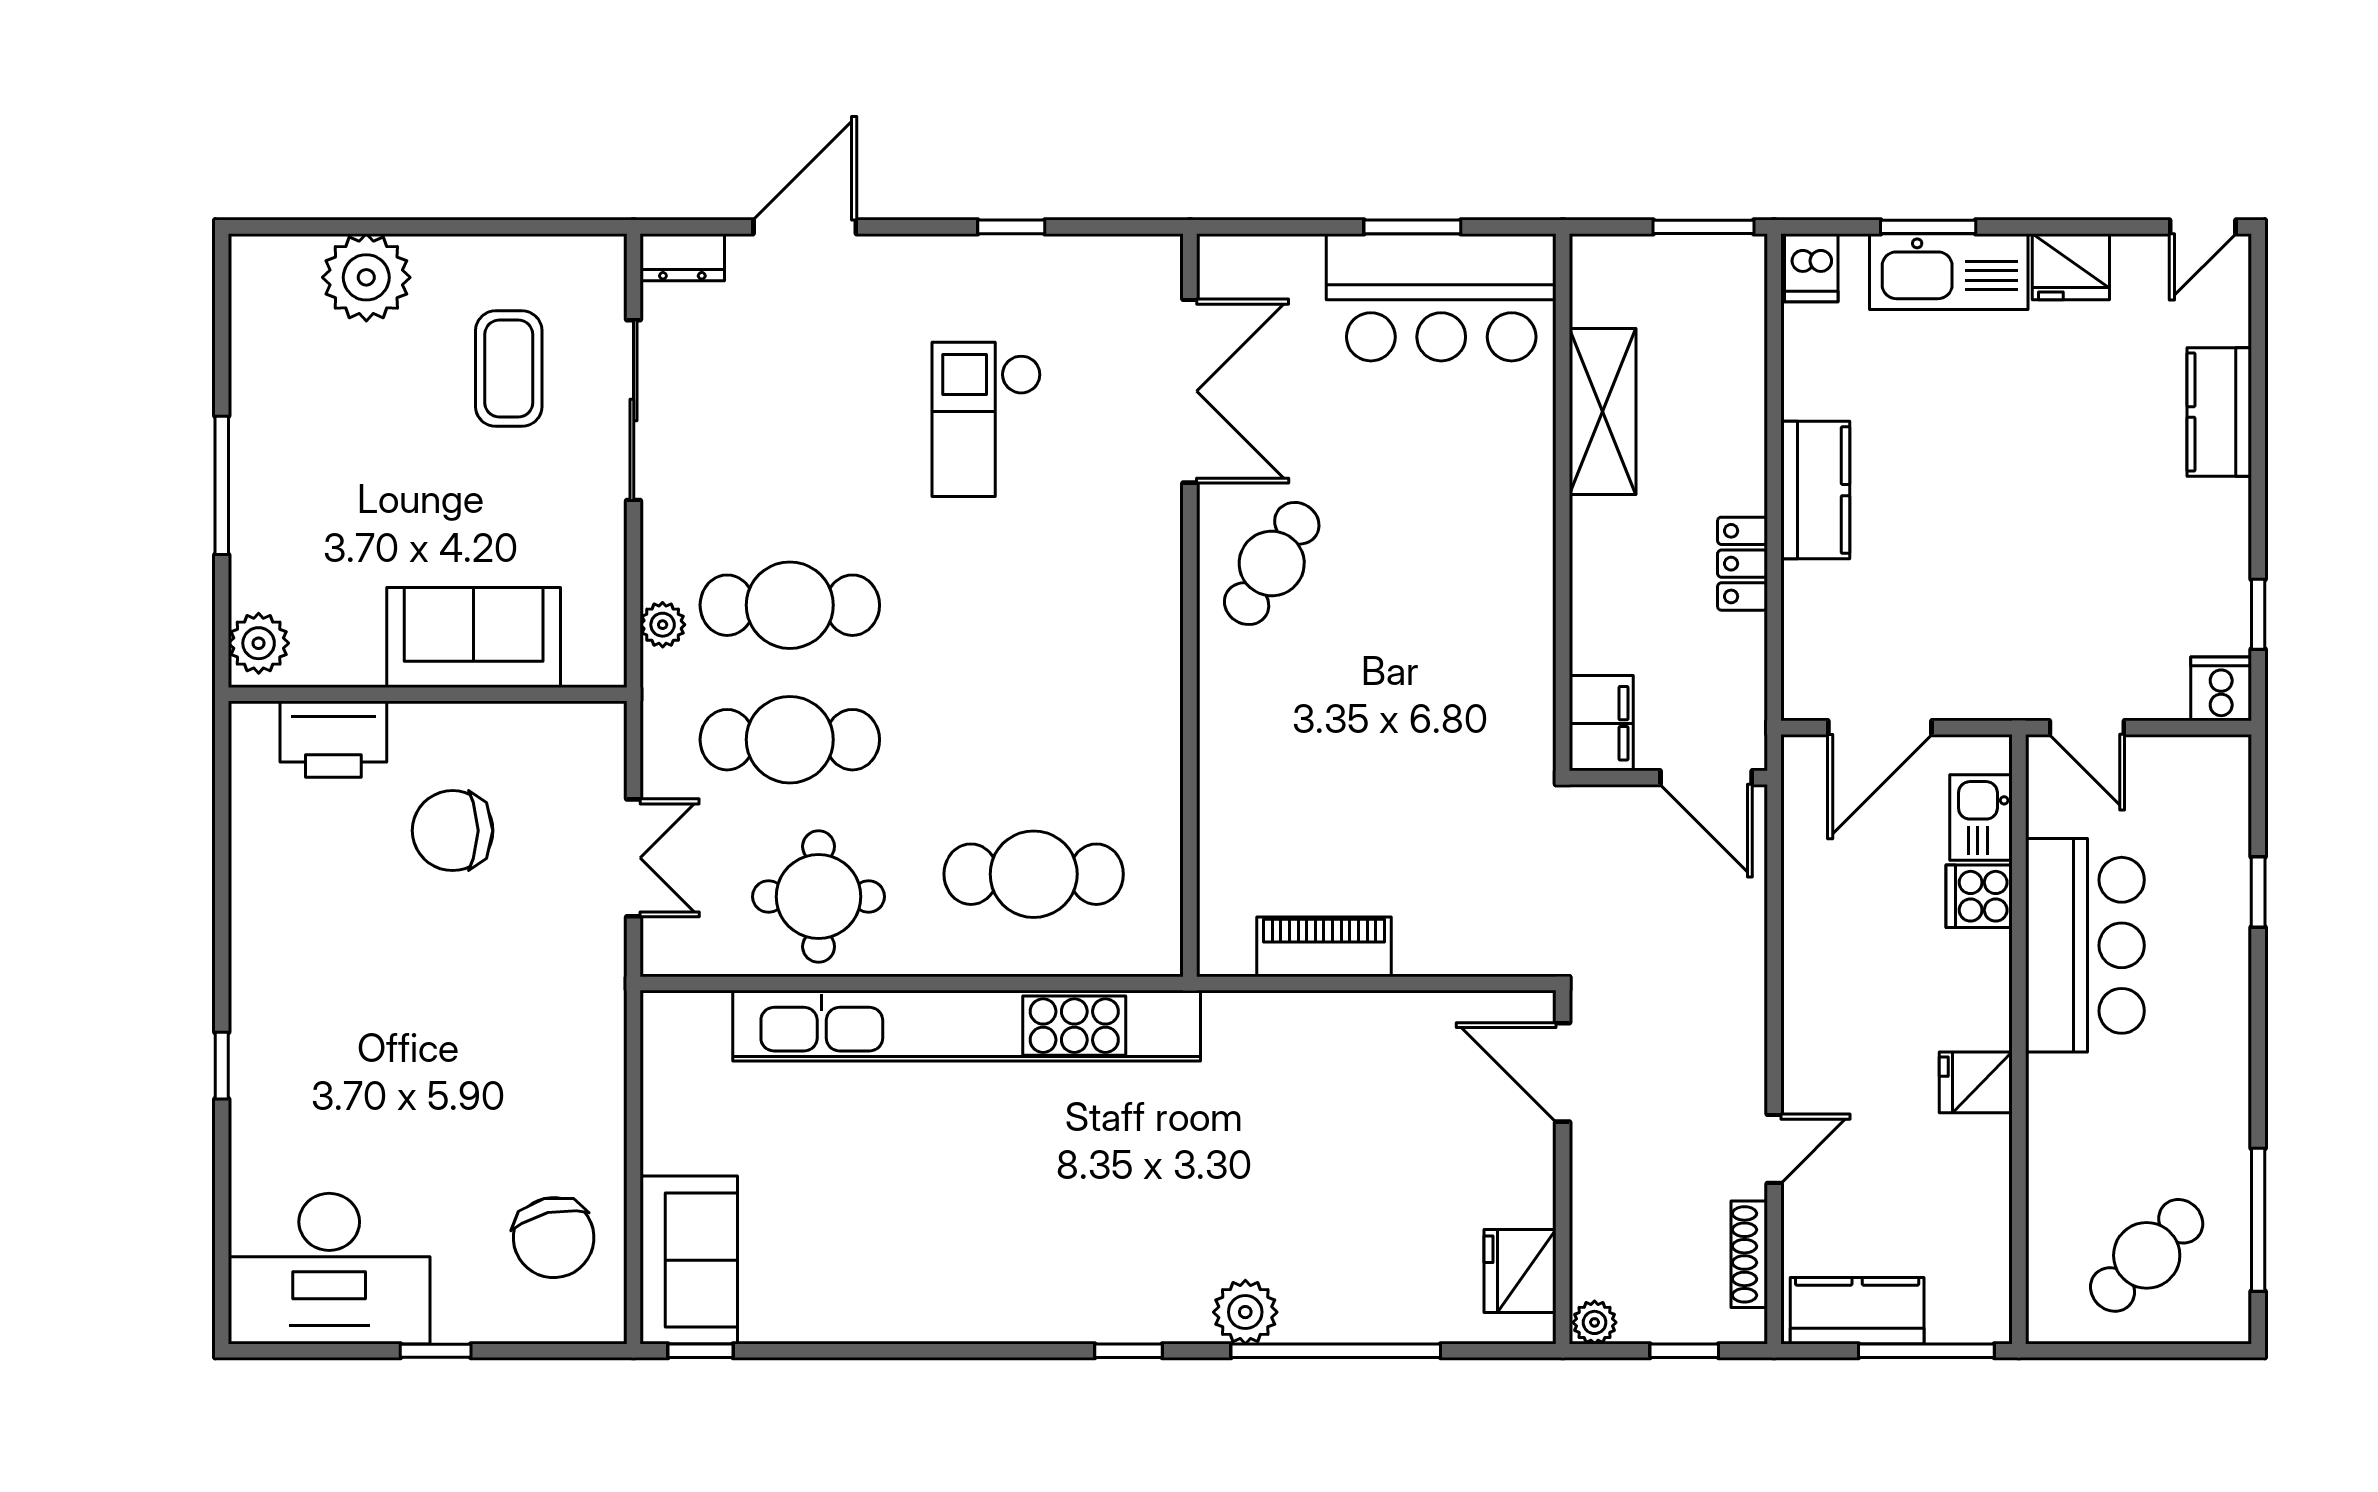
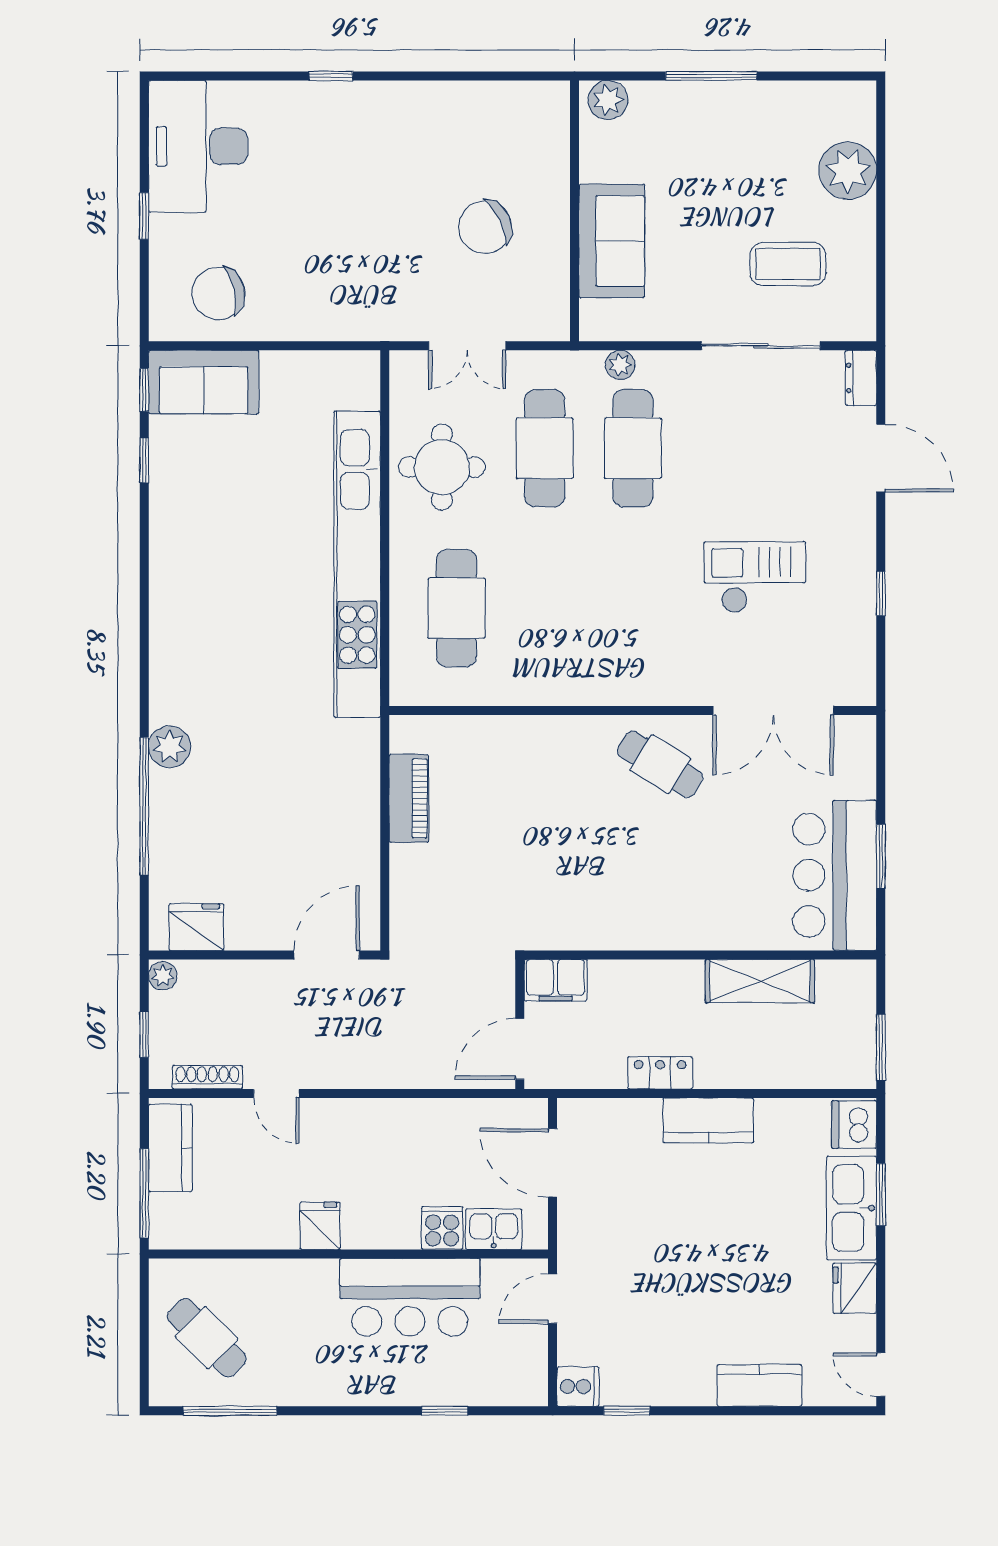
dishwasher: (1811, 268) -> (854, 1124), width x1.38
printer: (333, 739) -> (545, 149), removed
chair: (453, 831) -> (485, 227), turned -116
window: (1128, 1351) -> (144, 460), moved

